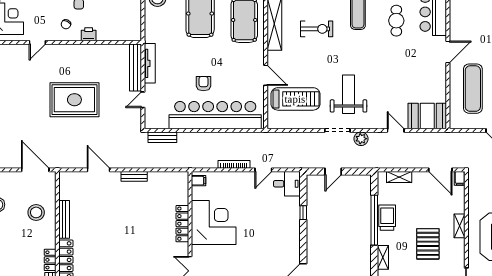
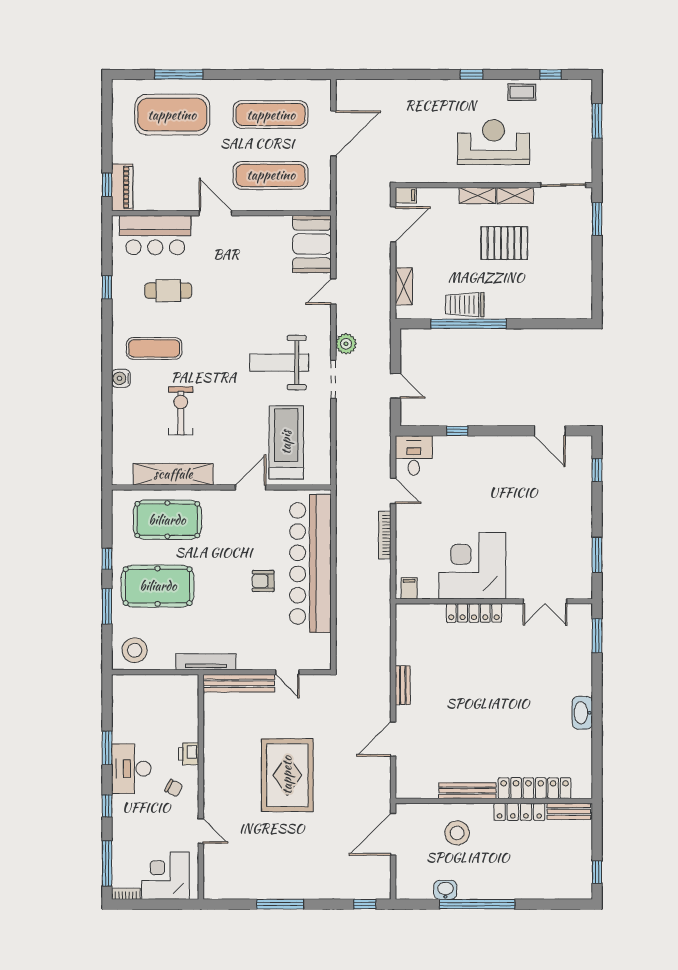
tv unit: (150, 63) -> (206, 662), moved
bench: (162, 137) -> (344, 643), removed
shelving: (383, 257) -> (515, 196), moved
locker: (50, 260) -> (519, 812), width x1.53

